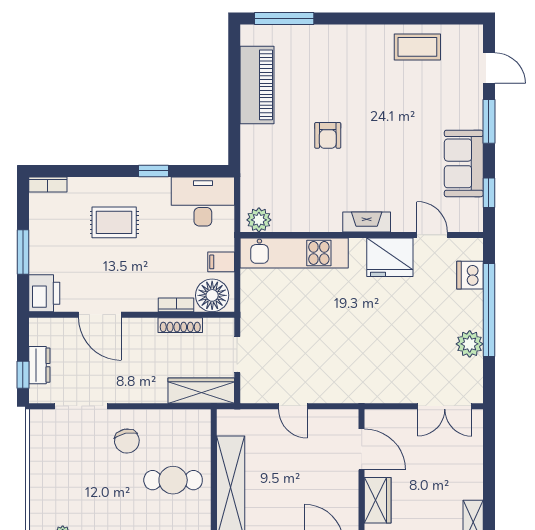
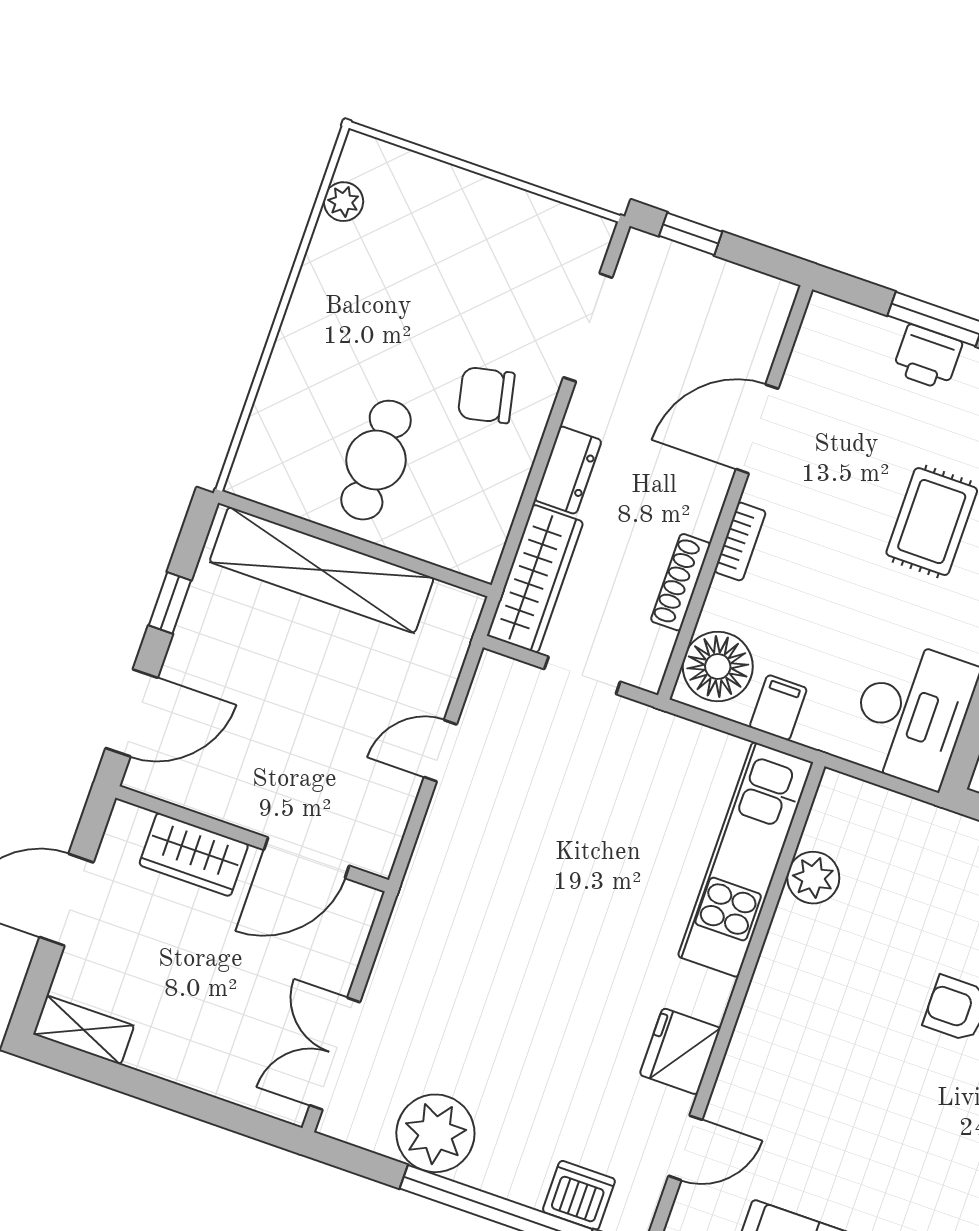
plant: (259, 220) -> (813, 878), moved
fireplace: (367, 222) -> (757, 1026), removed
fridge: (390, 257) -> (680, 1051), width x0.73, depth x0.75
printer: (44, 293) -> (927, 357), moved, width x0.73, depth x0.81
bookcase: (176, 305) -> (740, 542), moved
plant: (470, 344) -> (435, 1133), width x1.36, depth x1.36
dresser: (39, 365) -> (568, 470), moved, turned -90

